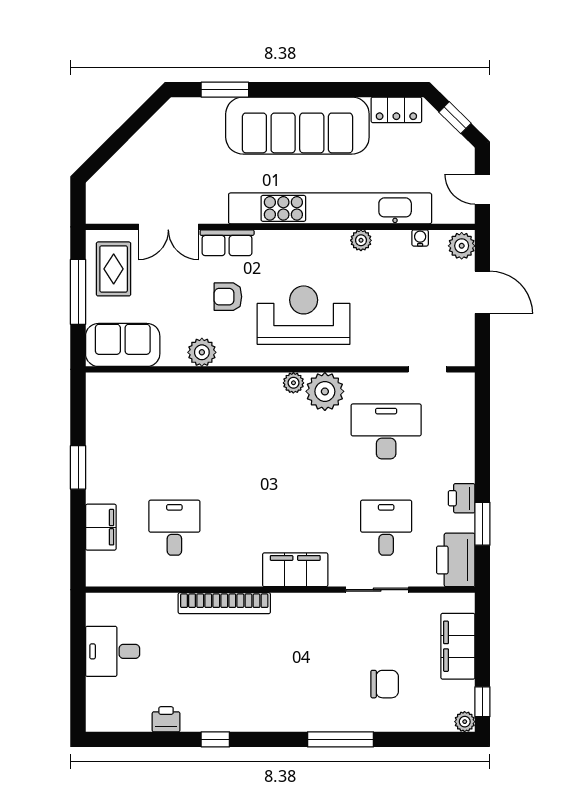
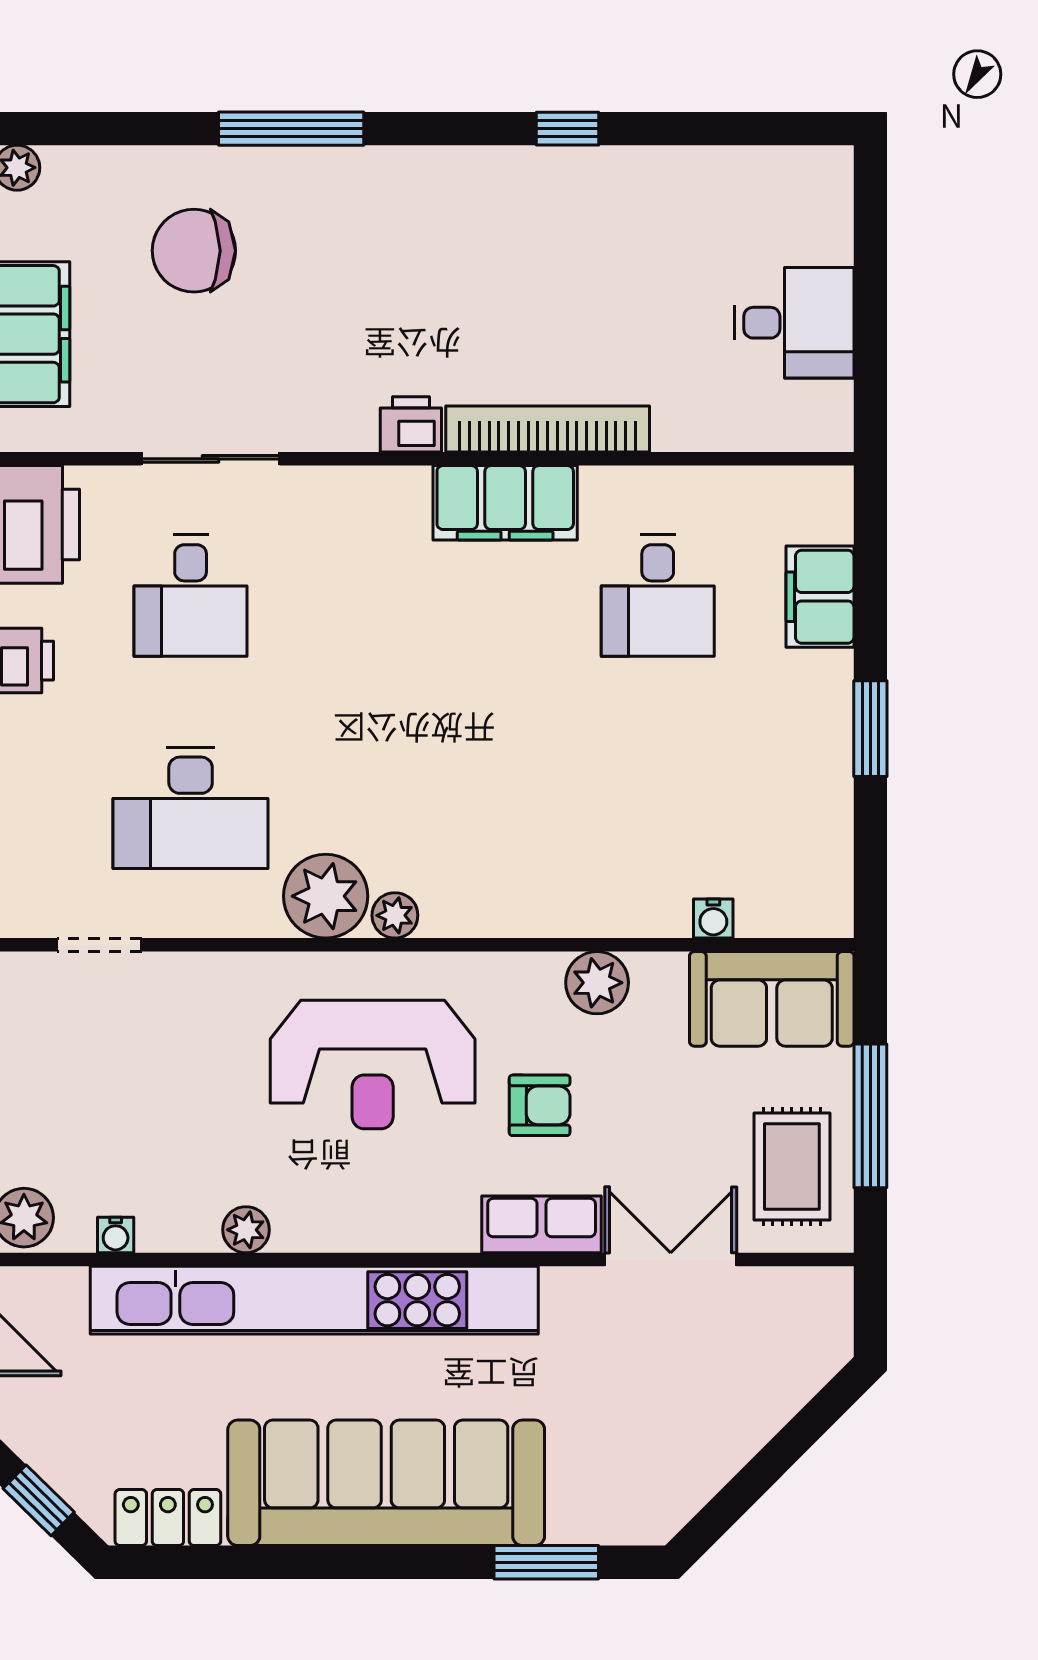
water cooler: (149, 381) -> (713, 919), added
filing cabinet: (295, 570) -> (505, 503), moved
chair: (385, 684) -> (194, 251), width x1.37, depth x1.37
printer: (166, 719) -> (411, 424), moved, turned 180

